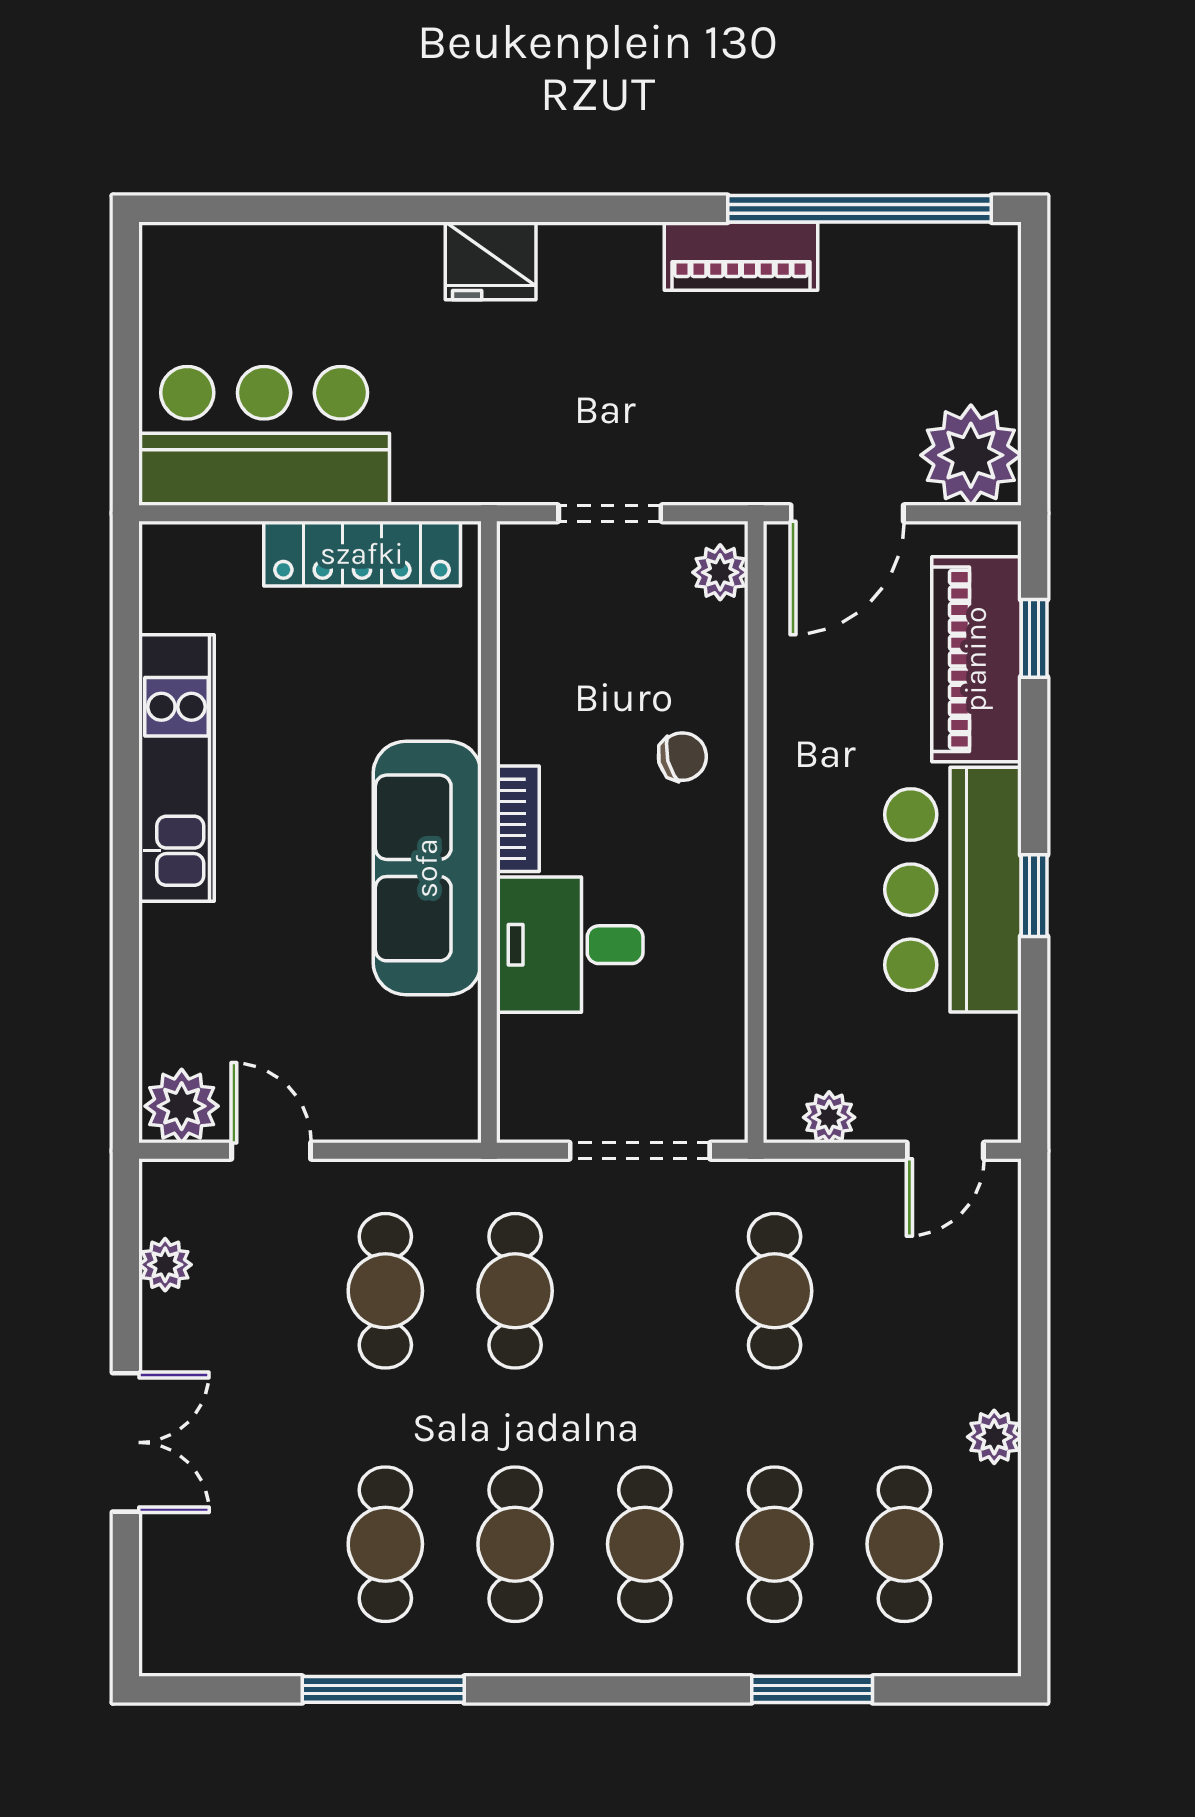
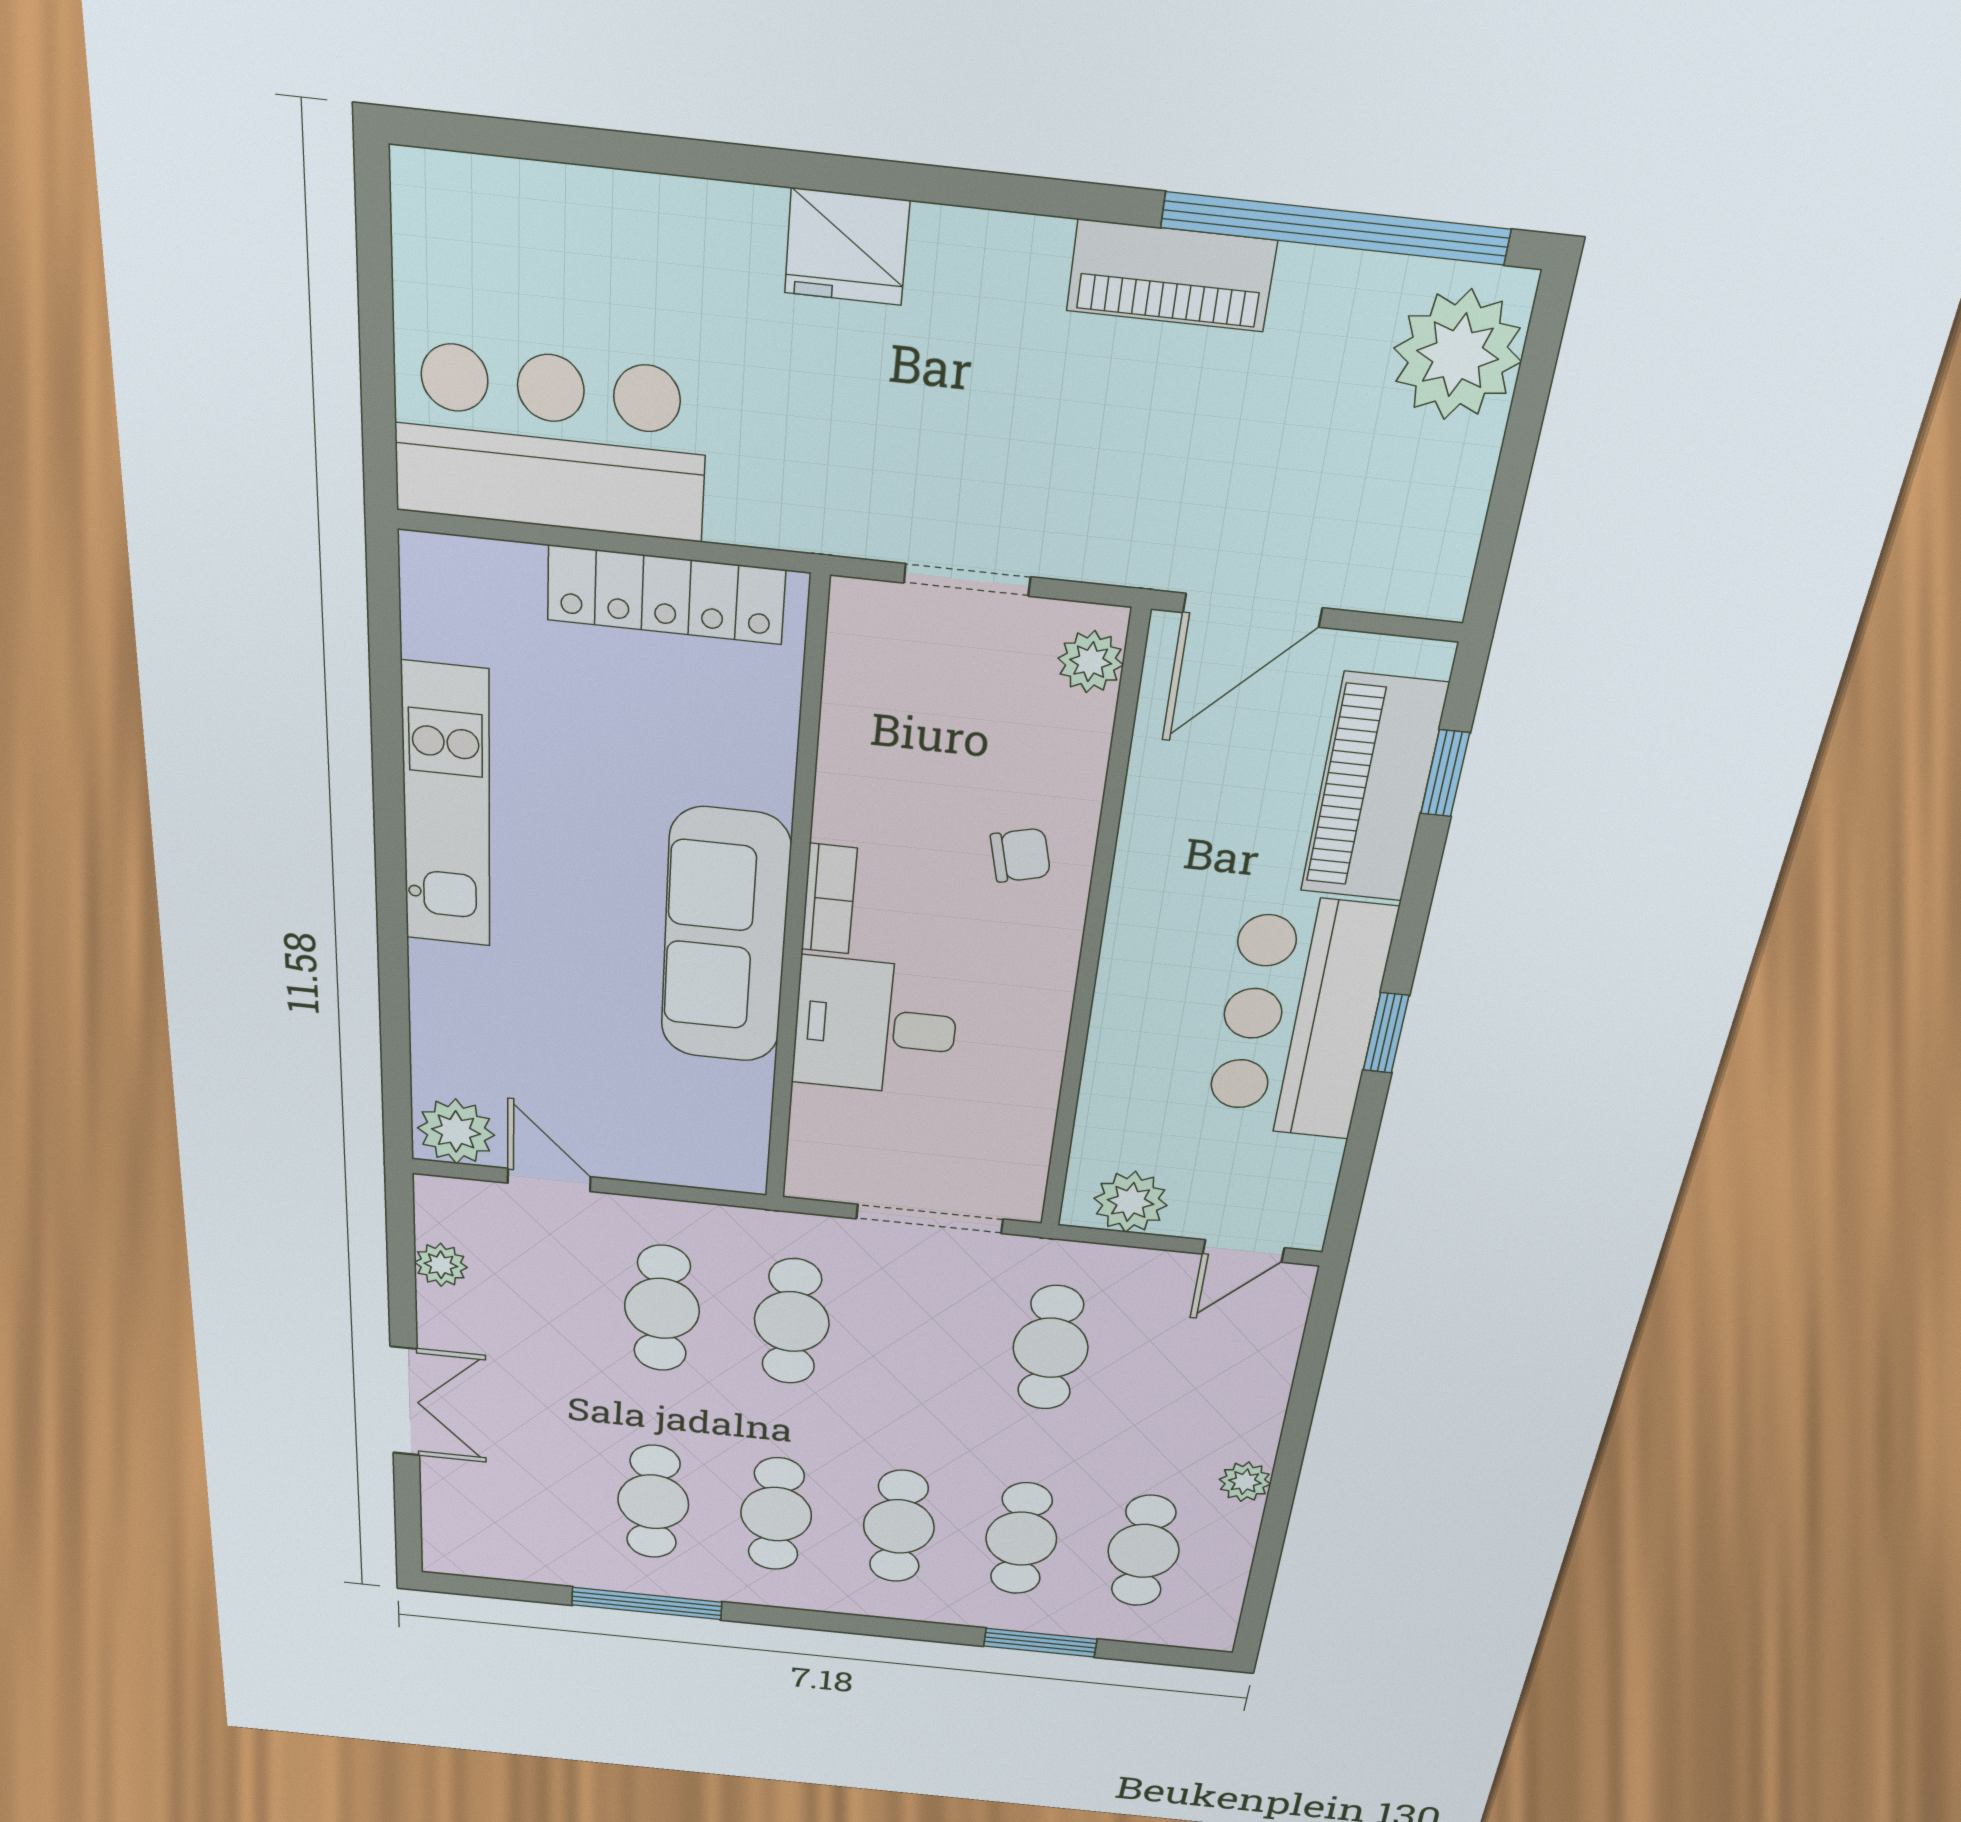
plant: (971, 455) -> (1458, 355), moved
plant: (829, 1117) -> (1131, 1202), width x1.38, depth x1.38

